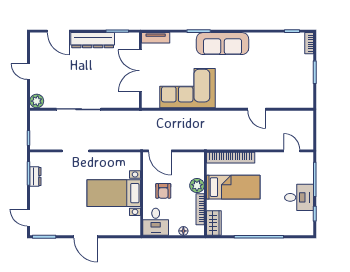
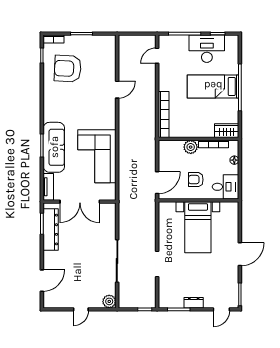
dresser: (93, 40) -> (51, 230), moved
sofa: (223, 44) -> (54, 147), moved
armchair: (278, 58) -> (68, 69), added
dresser: (35, 176) -> (194, 303), moved
bed: (233, 187) -> (213, 86), moved, turned -90
armchair: (163, 191) -> (196, 180), turned 180
desk: (299, 197) -> (207, 49), width x1.37

